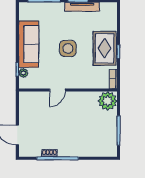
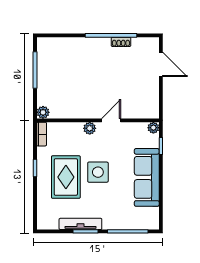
rug: (105, 48) -> (66, 177), moved
plant: (23, 73) -> (153, 128), moved
plant: (75, 84) -> (90, 128), added
plant: (108, 101) -> (43, 112), width x0.53, depth x0.53

